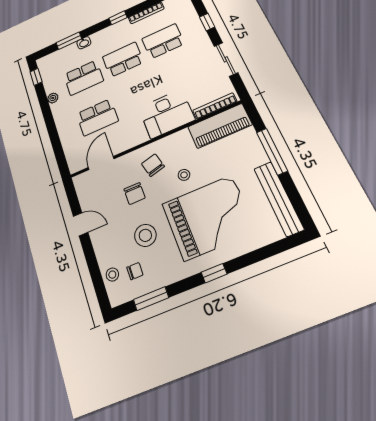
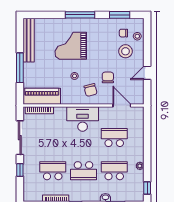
school desk: (163, 41) -> (53, 171), turned 180
sliding door: (226, 59) -> (20, 138), width x1.37
desk: (166, 114) -> (83, 119), moved
door: (101, 163) -> (122, 106), swing flipped
grand piano: (208, 217) -> (71, 46), width x0.73, depth x0.68
door: (81, 224) -> (147, 73), hinge flipped
stool: (145, 235) -> (125, 51), moved
window: (214, 273) -> (80, 15), width x2.17

